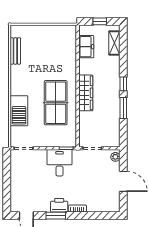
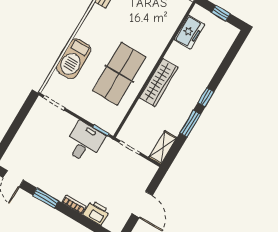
shelving: (114, 43) -> (163, 148), moved
plant: (115, 157) -> (149, 172), removed
printer: (59, 205) -> (96, 213), moved

